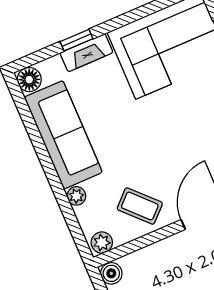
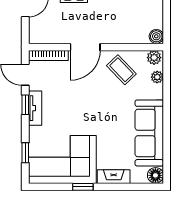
window: (76, 40) -> (83, 187), moved
plant: (76, 196) -> (157, 77), moved

